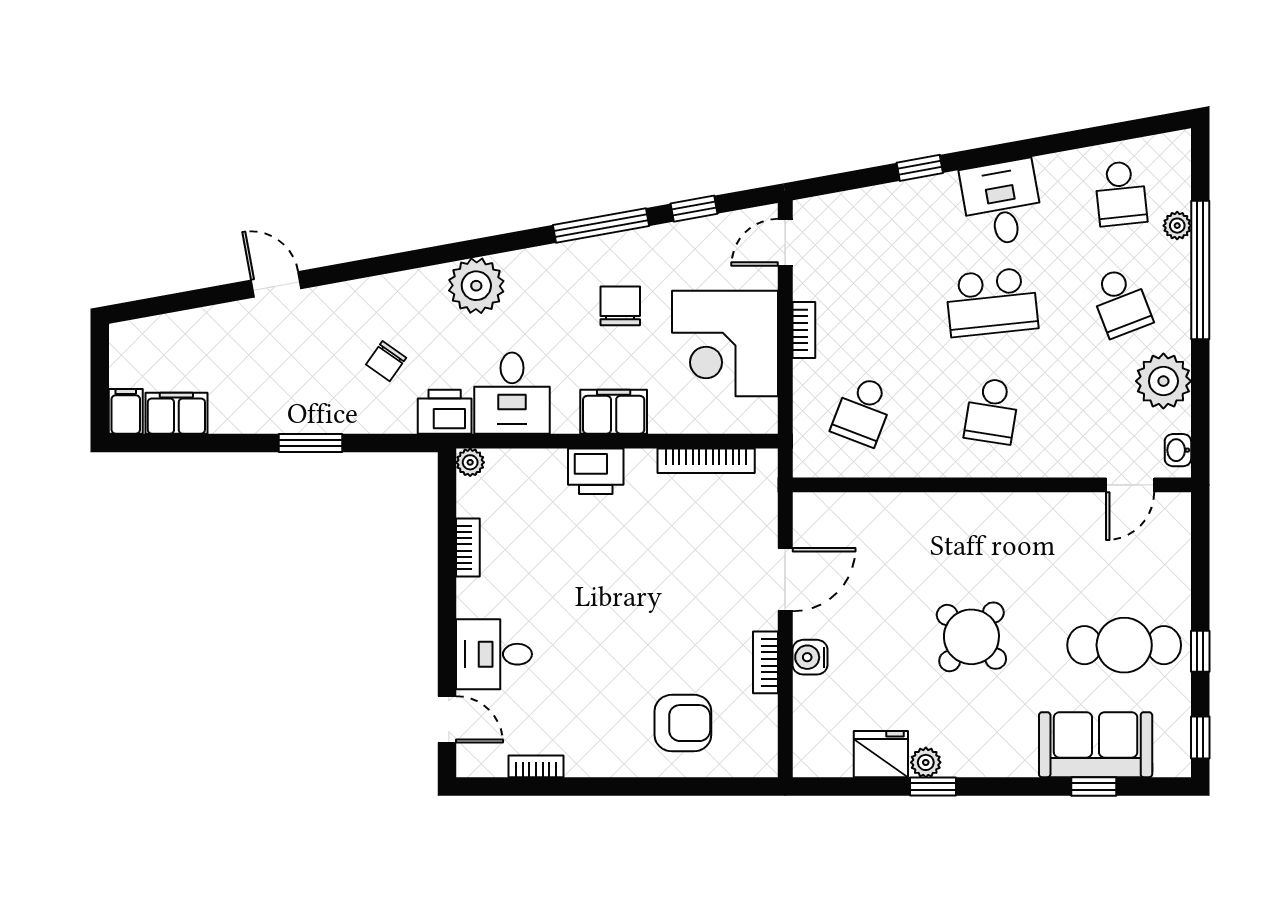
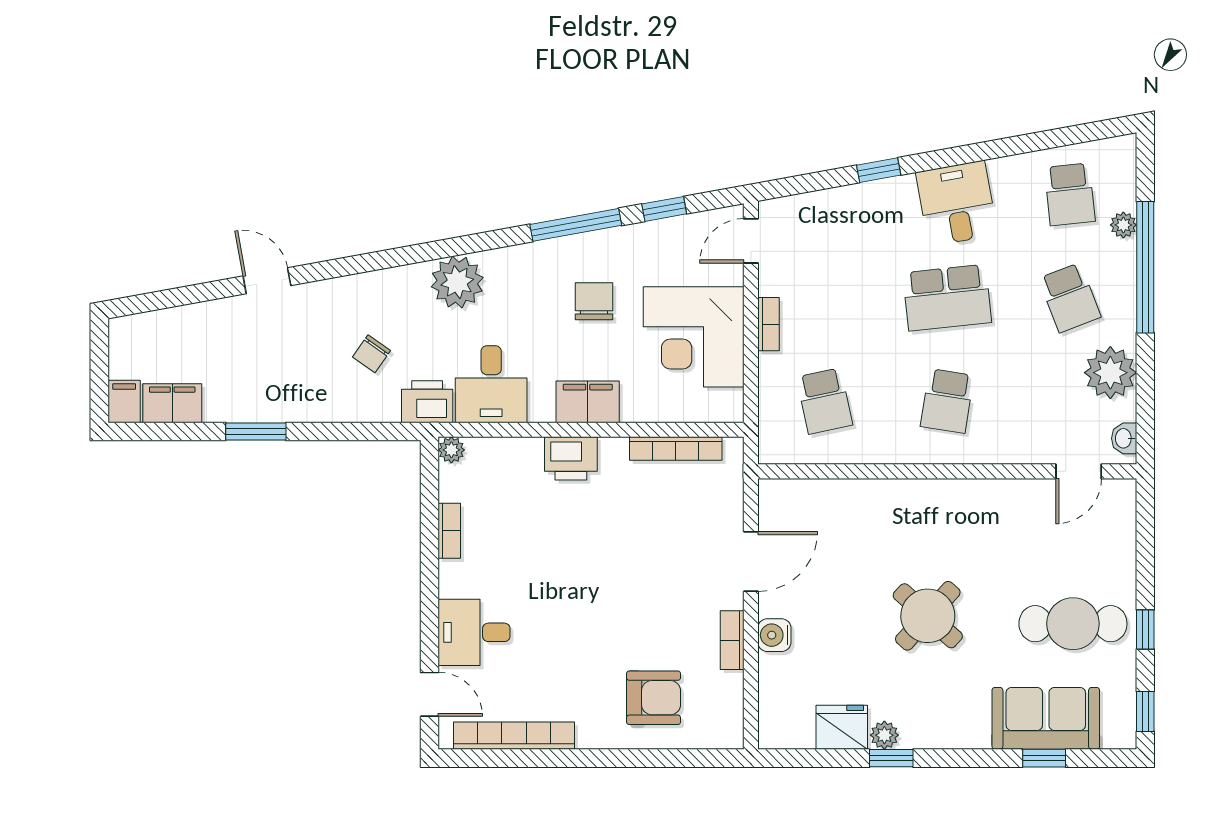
school desk: (863, 411) -> (825, 401), turned -33
window: (311, 443) -> (256, 431), moved
bookcase: (536, 766) -> (514, 736), width x2.31, depth x1.31

